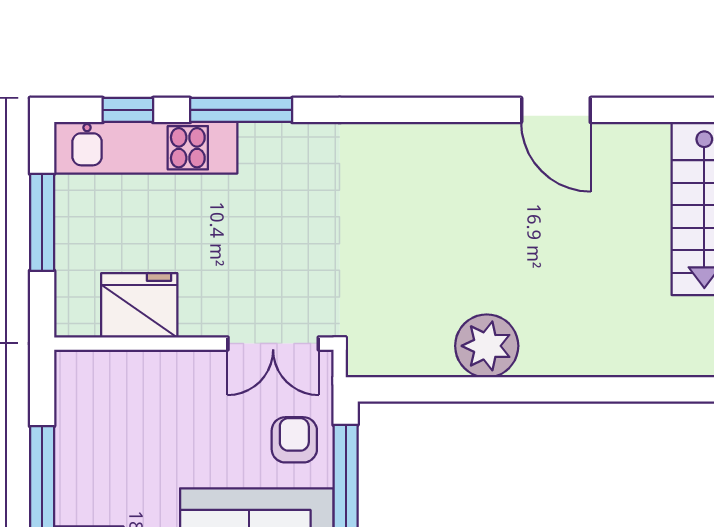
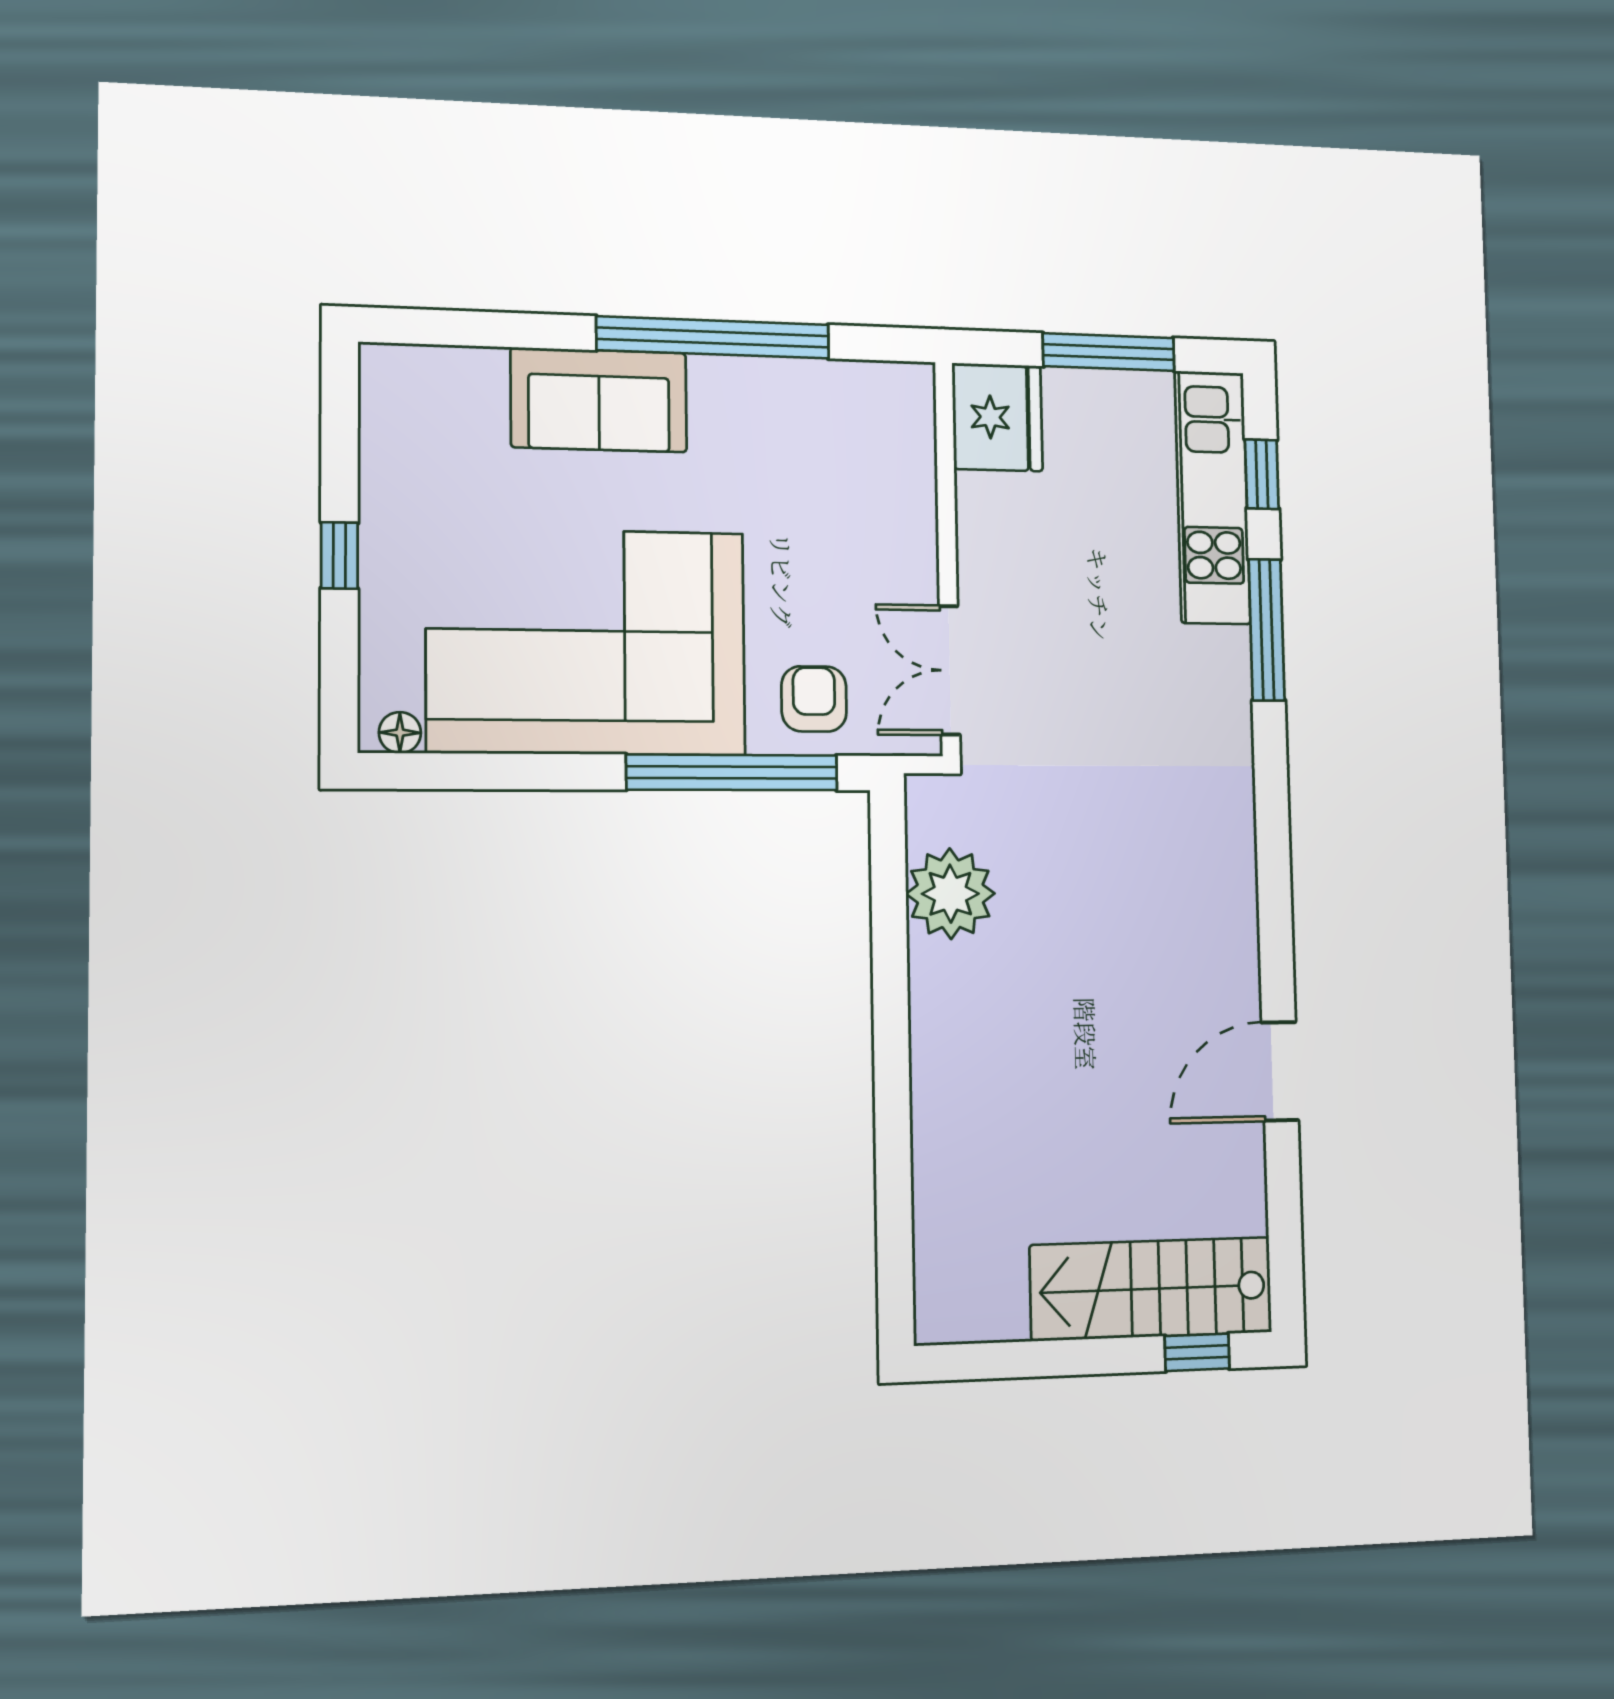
fridge: (139, 305) -> (997, 417), moved
plant: (487, 346) -> (950, 894), moved
armchair: (294, 440) -> (814, 699), turned -90

